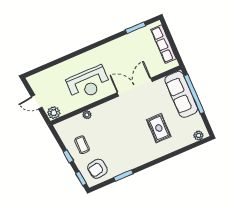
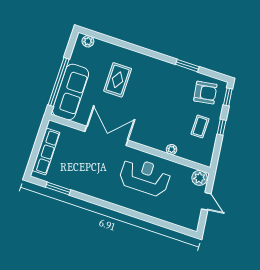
double door: (135, 87) -> (106, 136), swing flipped

